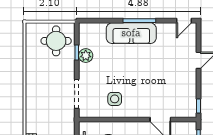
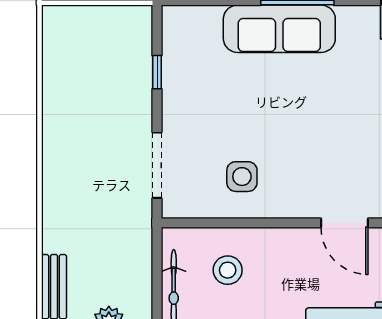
round table: (56, 41) -> (110, 46), removed
plant: (86, 56) -> (177, 79), removed

